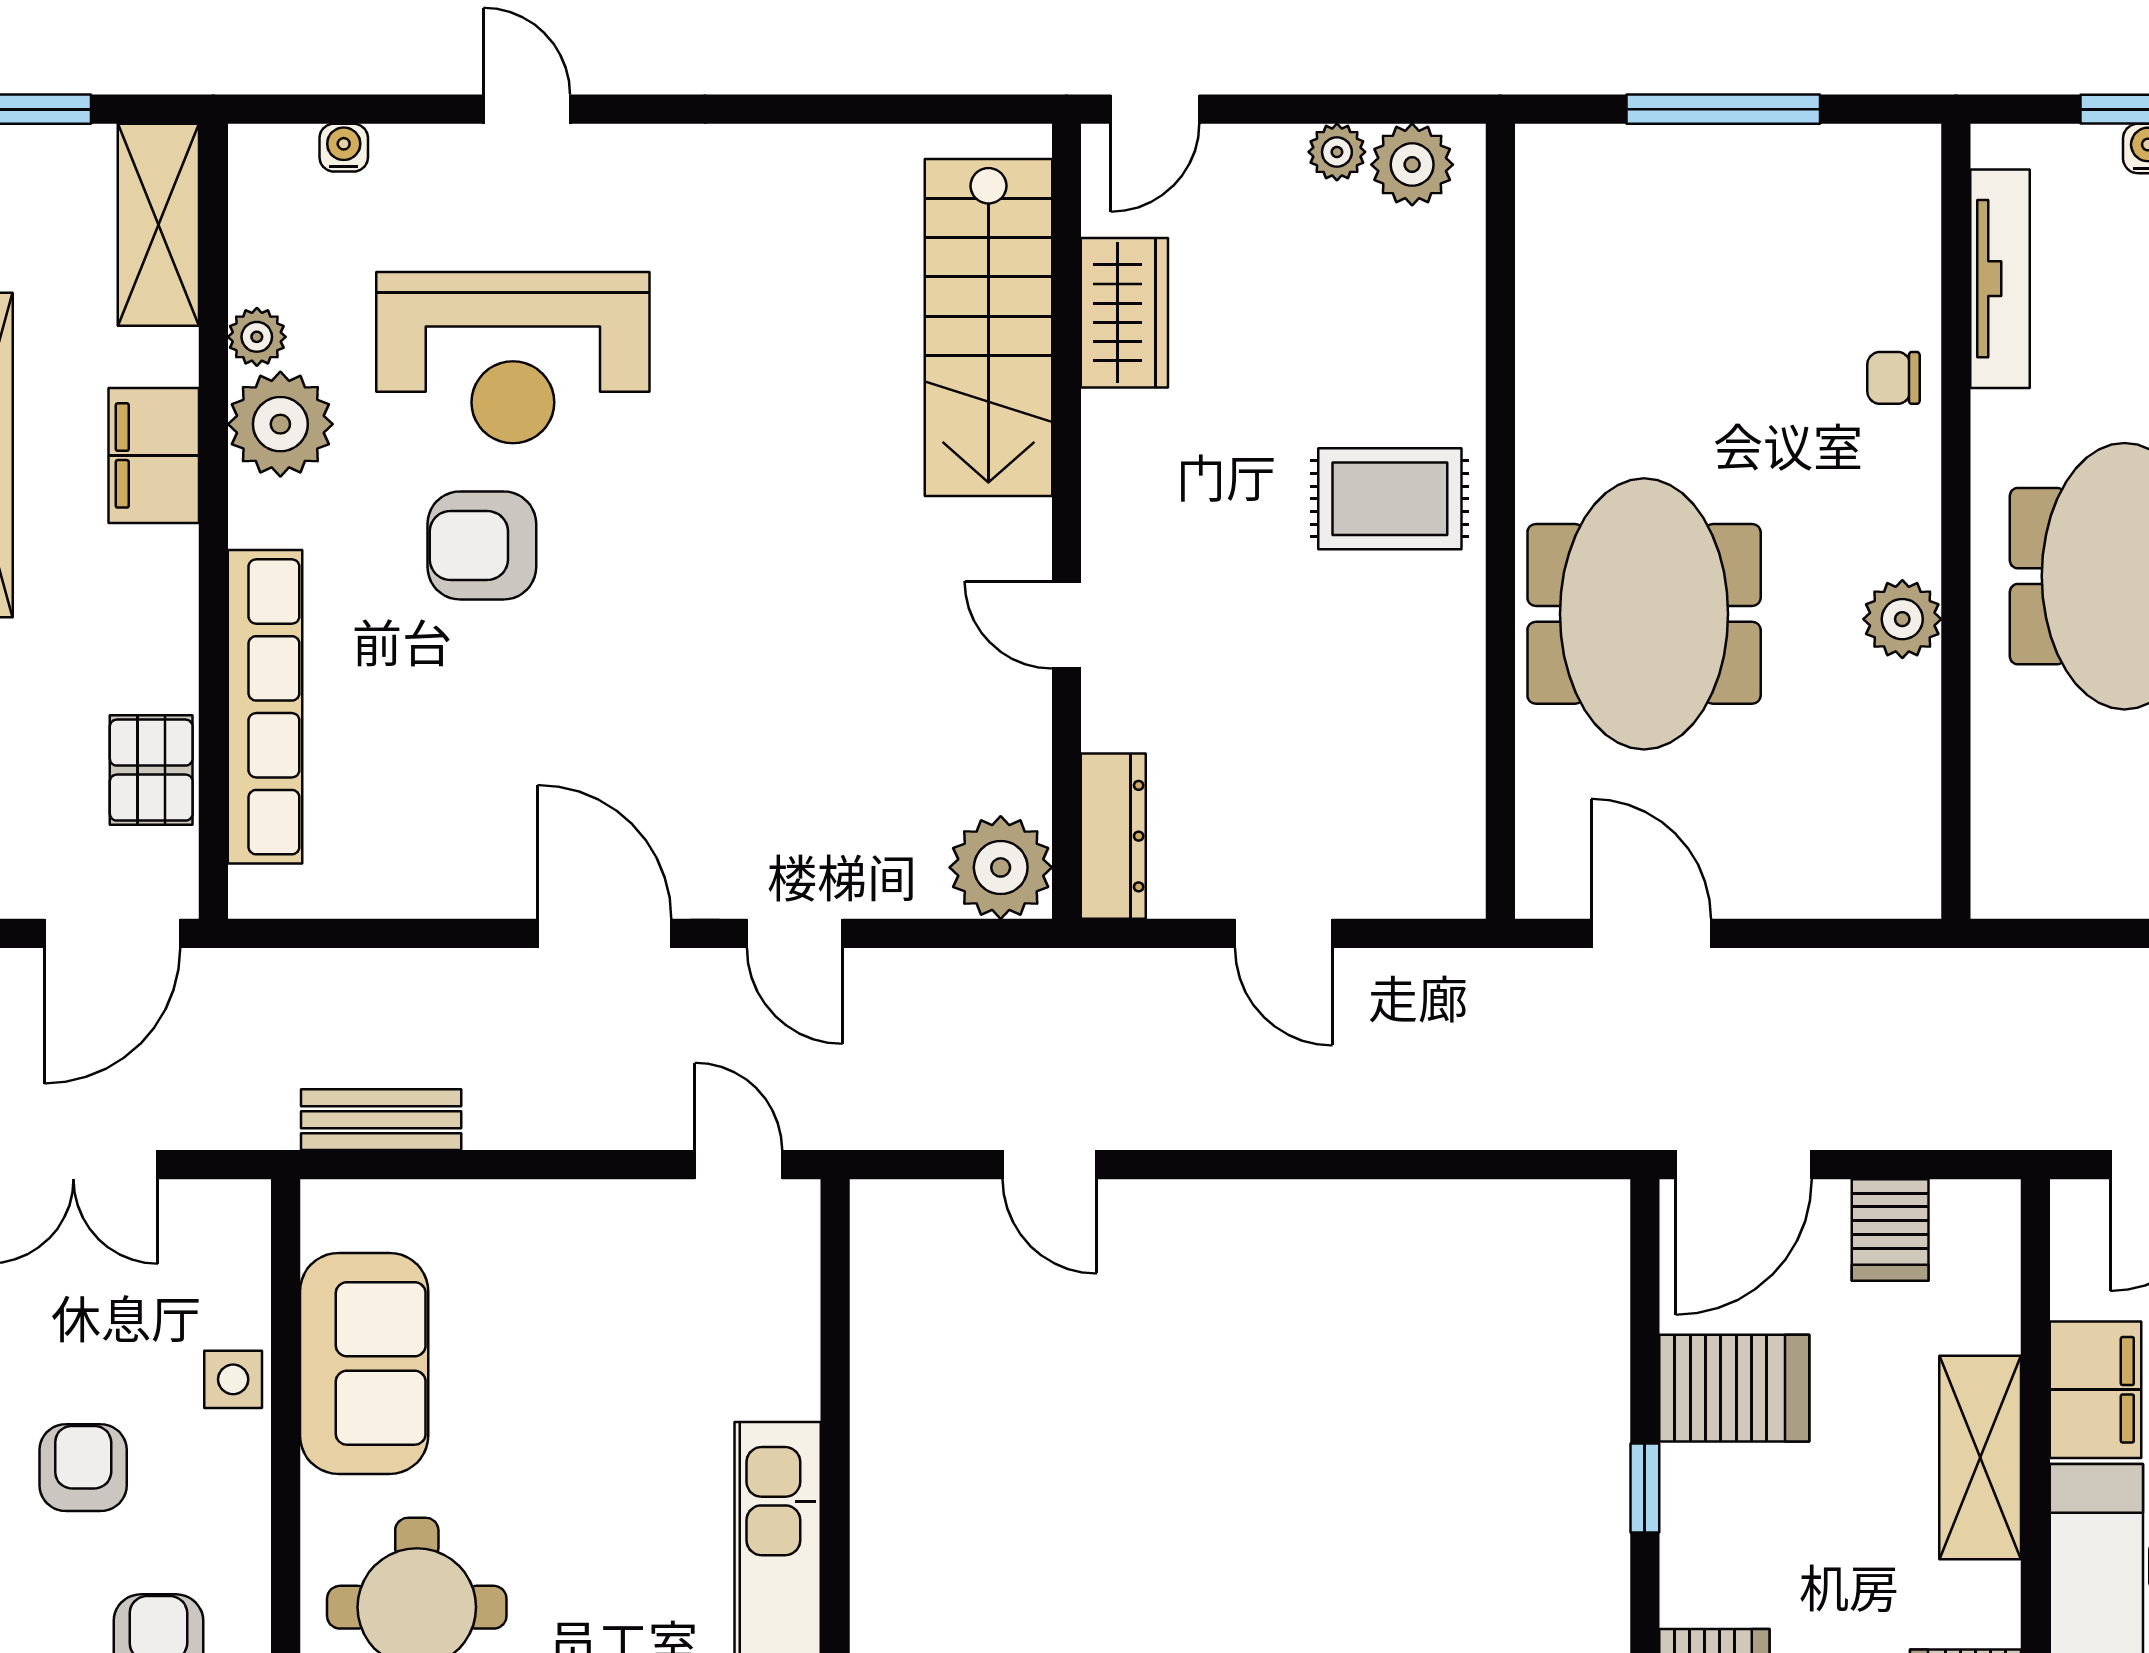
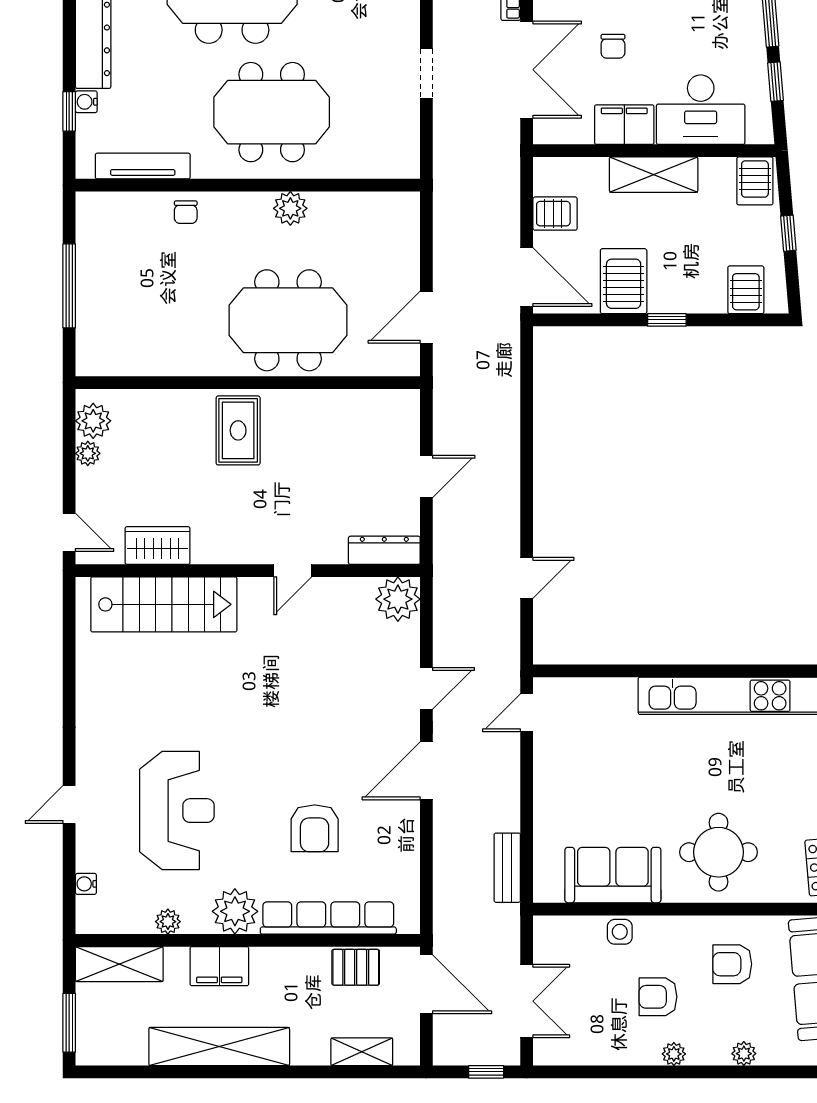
plant: (280, 424) -> (235, 911), moved
armchair: (482, 545) -> (315, 828), moved

